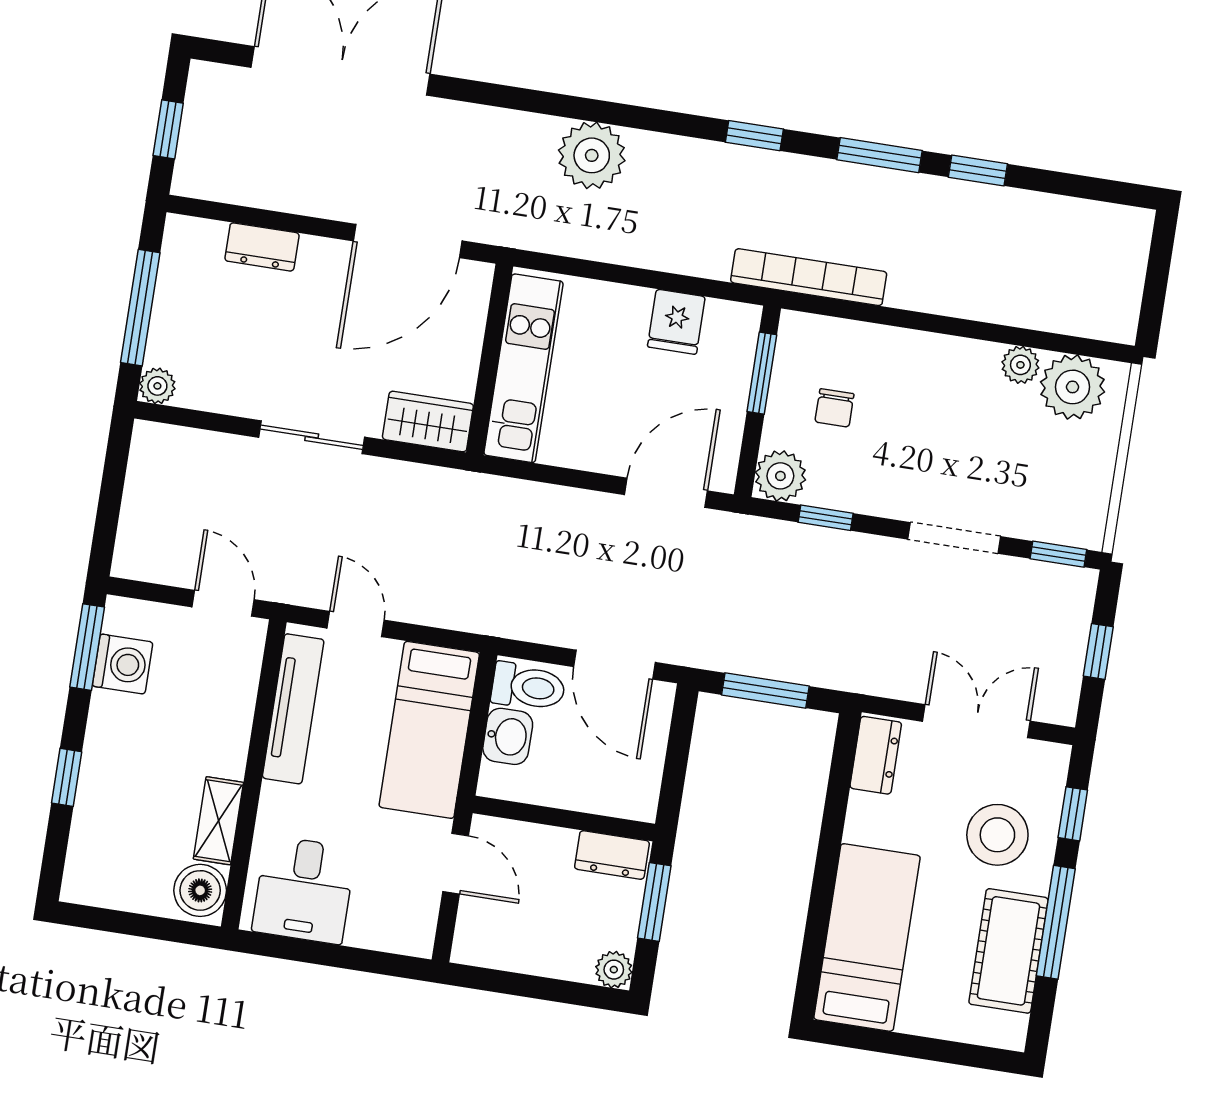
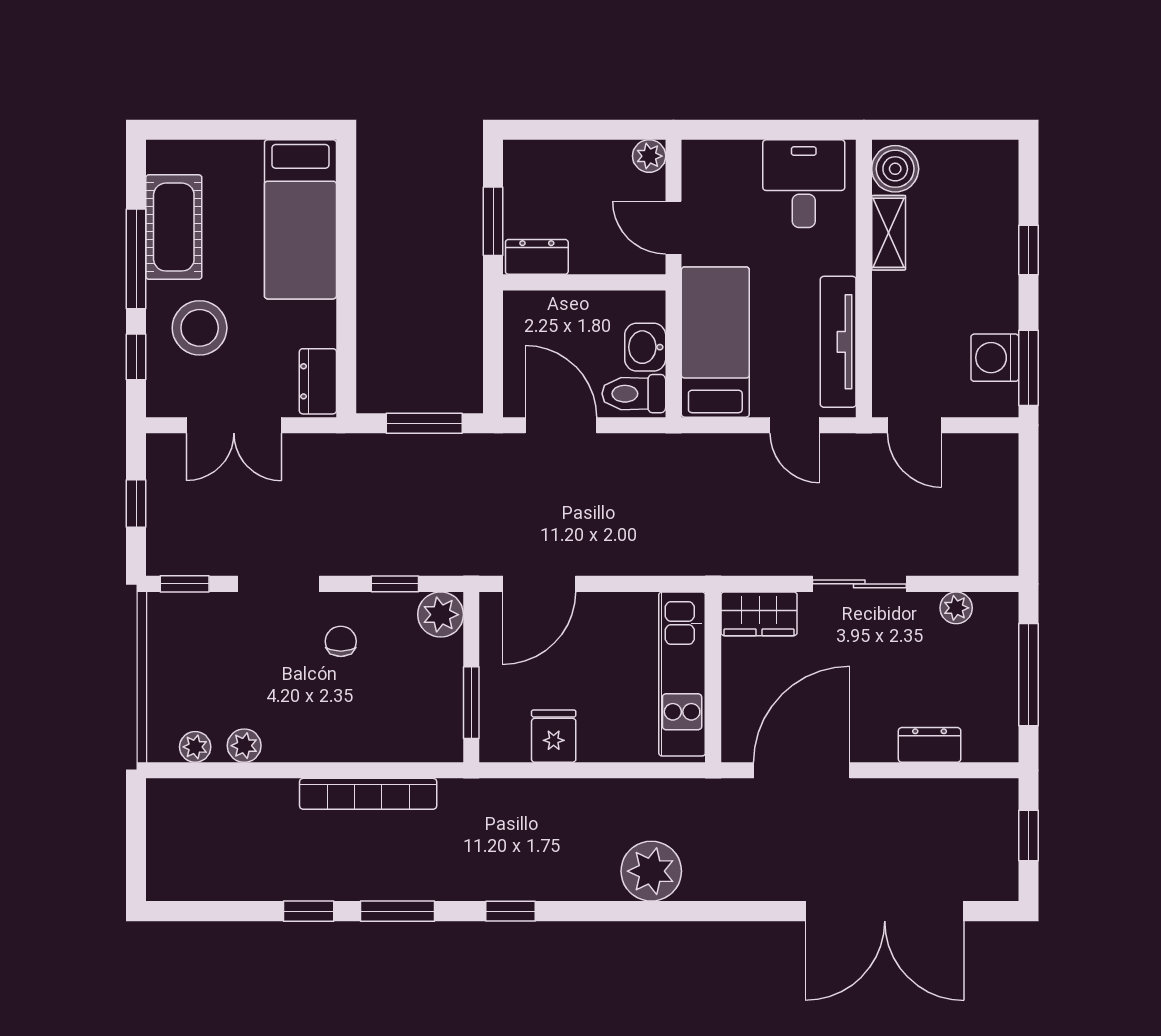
bookcase: (809, 277) -> (368, 794), moved
plant: (157, 386) -> (956, 608), moved
plant: (1073, 387) -> (195, 747), width x0.53, depth x0.53
chair: (834, 408) -> (341, 641), moved
plant: (614, 970) -> (649, 156), moved

